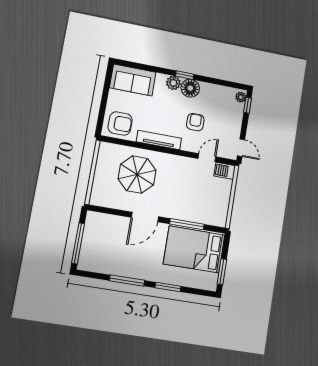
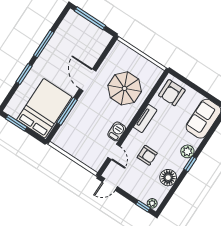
floor lamp: (190, 88) -> (168, 178), moved
tv unit: (159, 140) -> (145, 119), width x0.71
barbecue: (225, 171) -> (117, 131), moved

